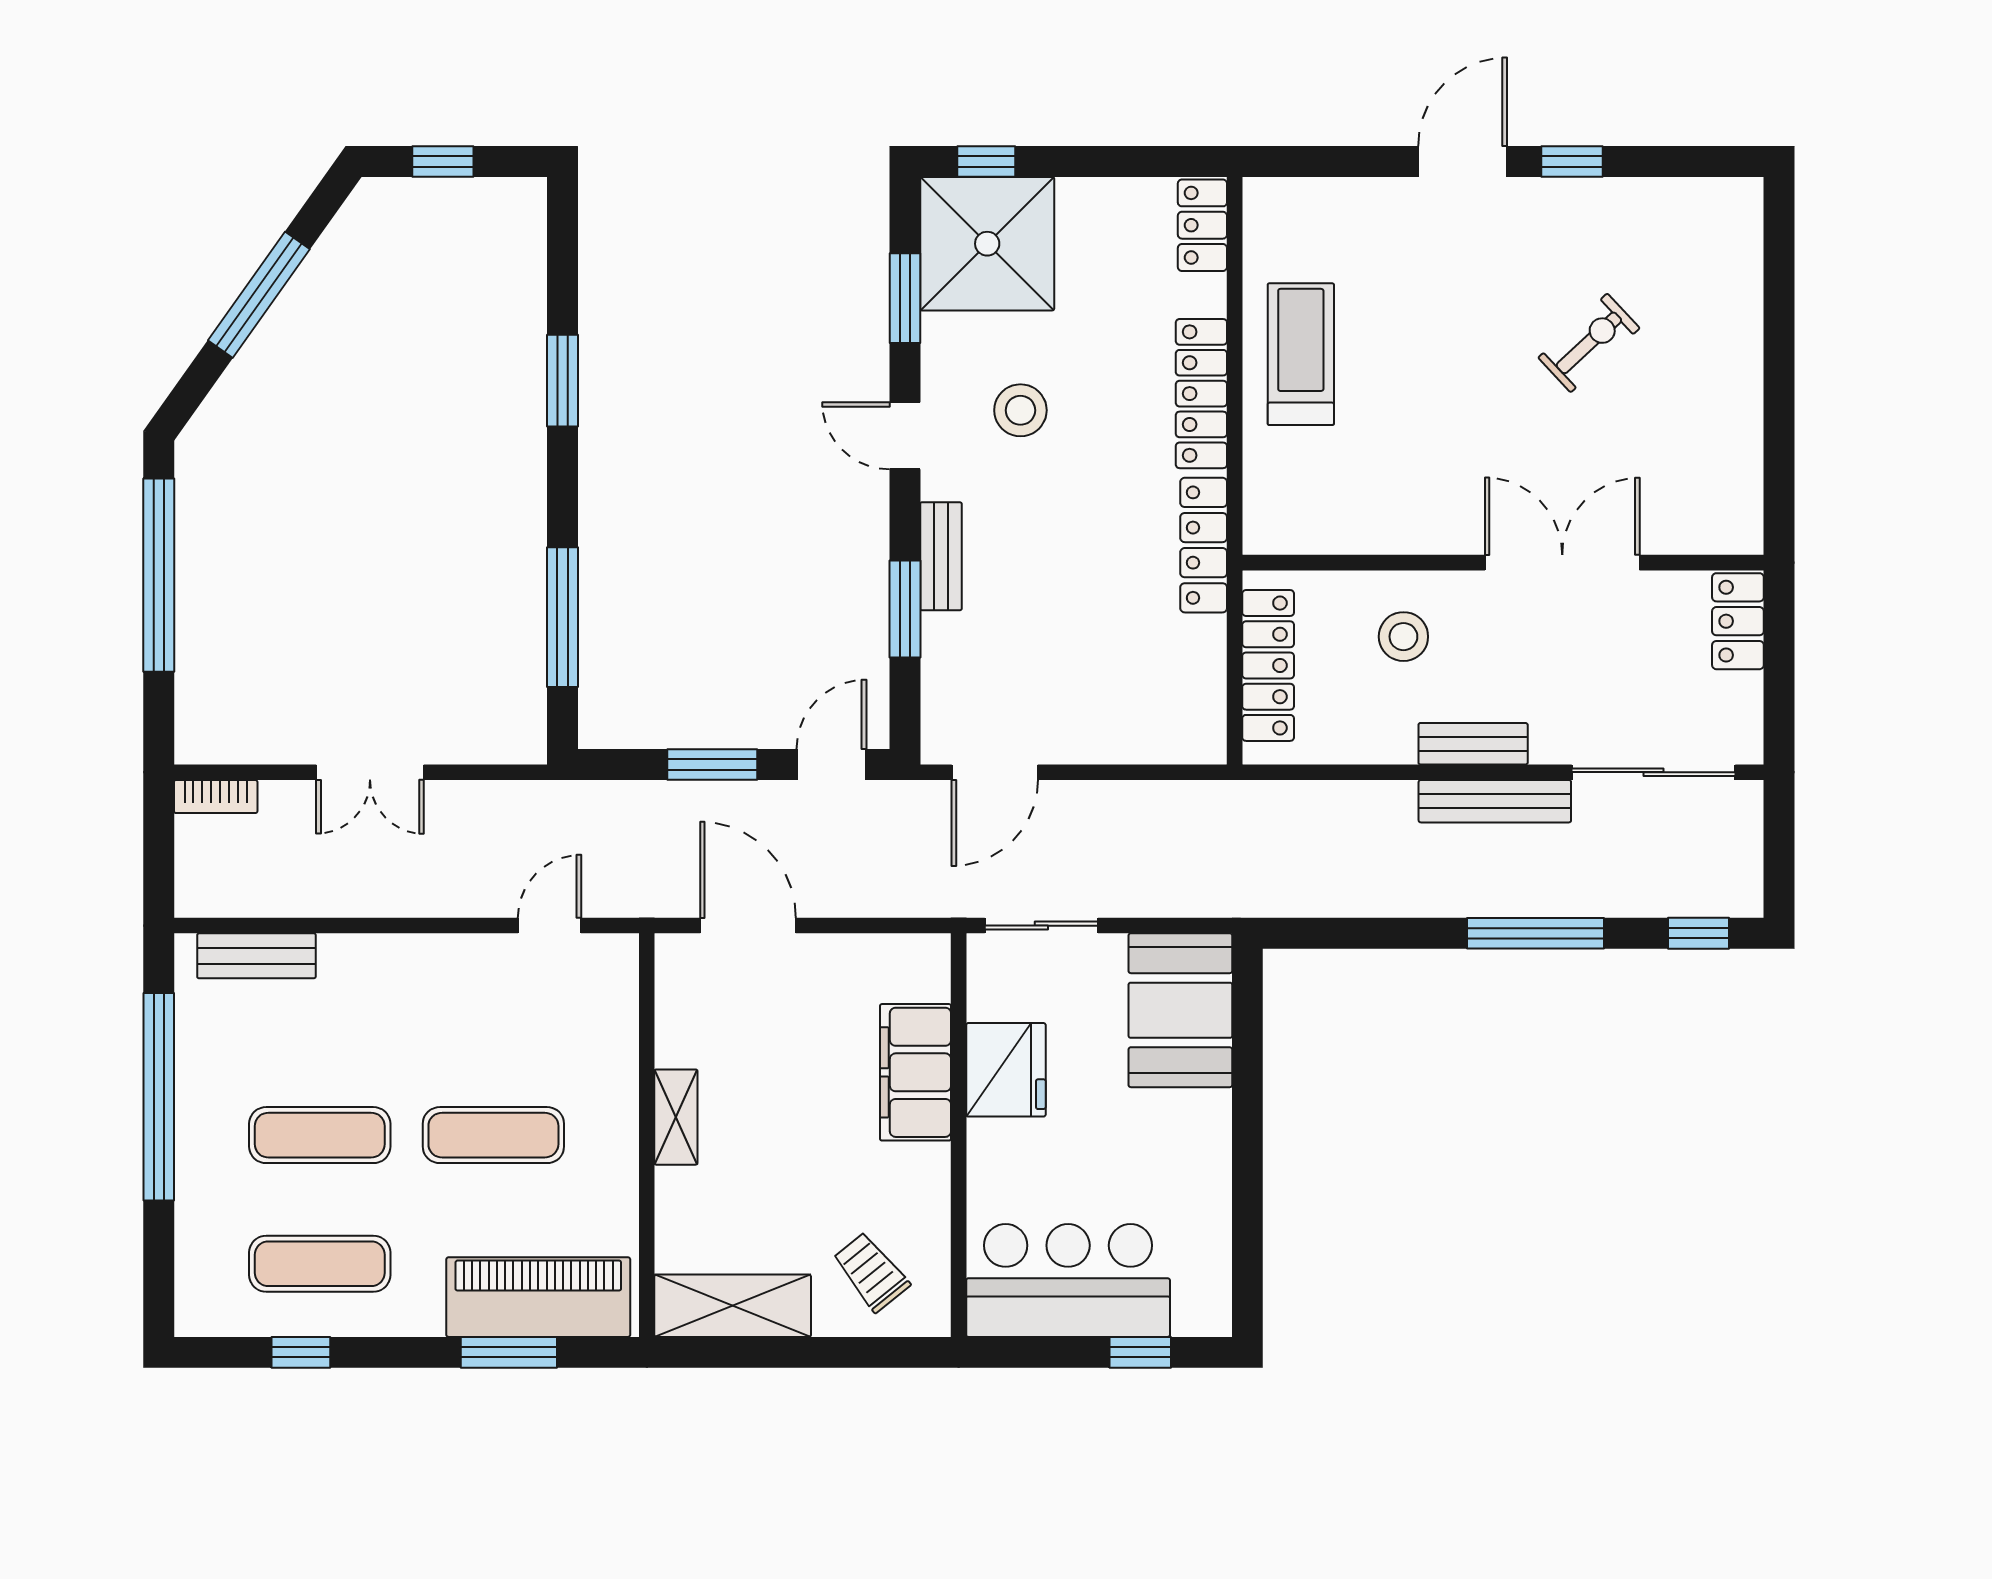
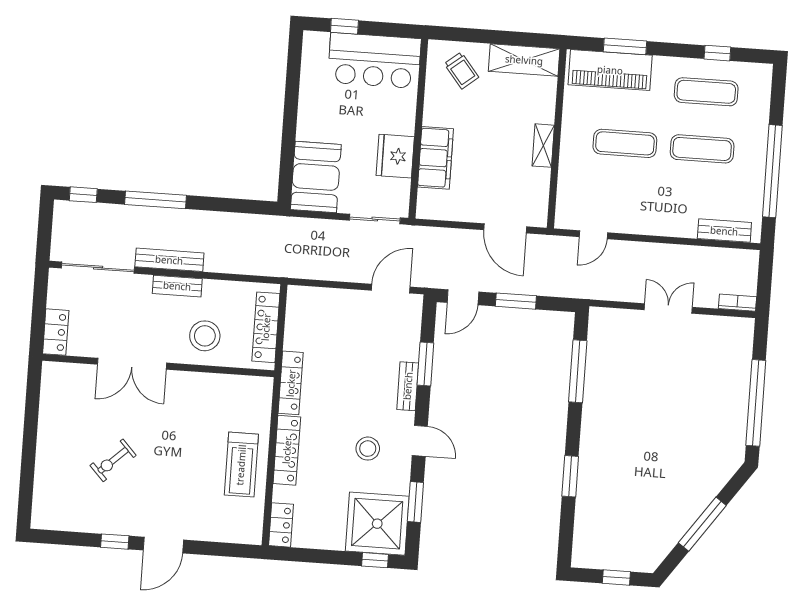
stool: (1403, 637) -> (205, 336), width x1.38, depth x1.38

